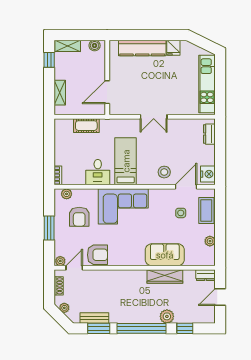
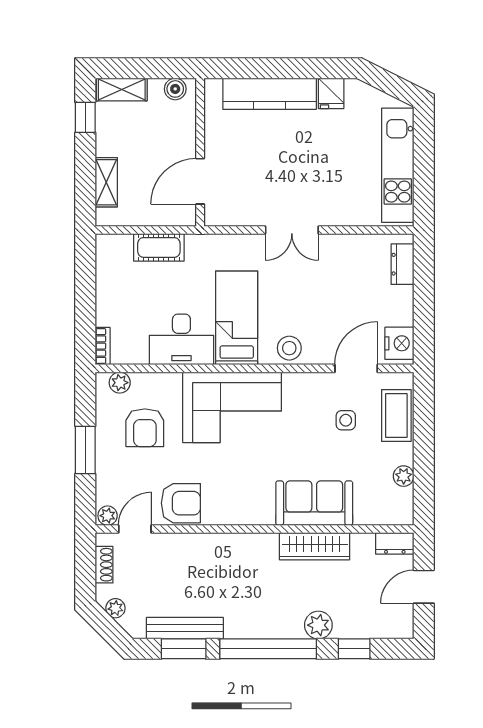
desk: (98, 172) -> (181, 339), width x1.37
stool: (164, 172) -> (289, 348), moved
bench: (94, 318) -> (185, 628), width x1.36

